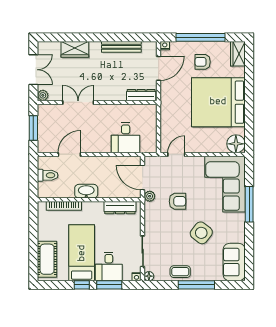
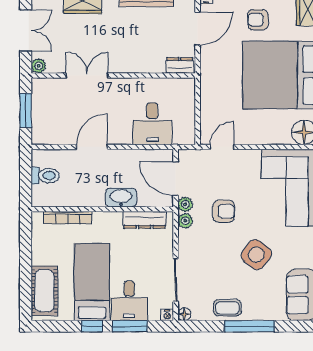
dresser: (141, 95) -> (180, 65), width x0.70
door: (69, 154) -> (92, 147), moved
washbasin: (86, 191) -> (121, 197), moved
plant: (150, 208) -> (185, 221), added

